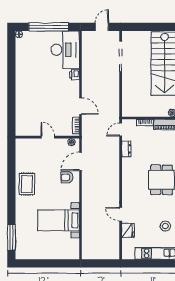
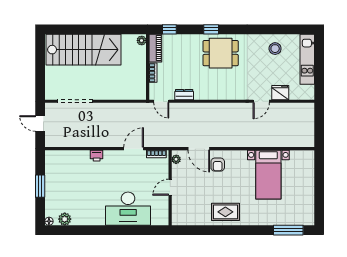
window: (49, 27) -> (40, 186), width x0.47
plant: (21, 48) -> (65, 219), added
desk: (65, 50) -> (128, 209), moved, turned 180

